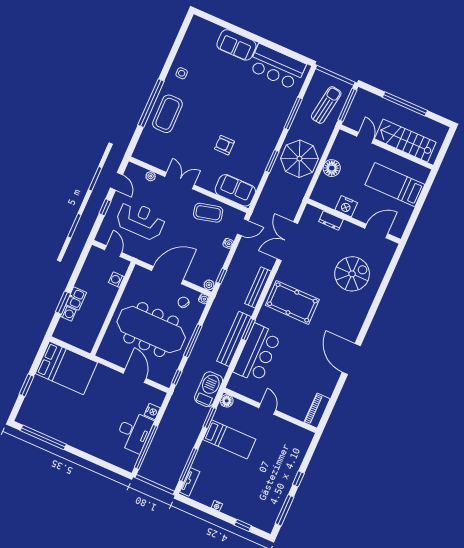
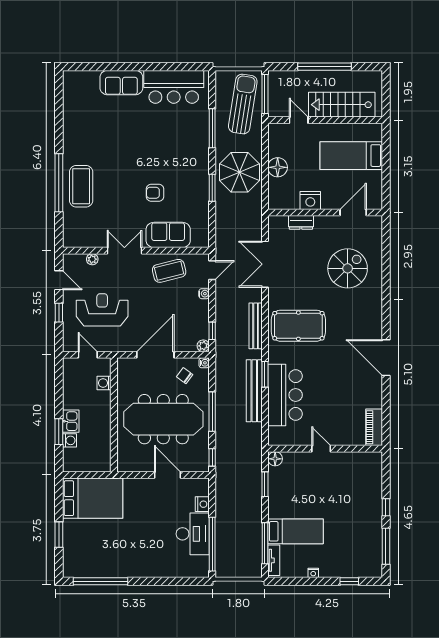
side table: (182, 73) -> (77, 137), removed
sun lounger: (326, 105) -> (243, 104), width x1.36, depth x1.34
sofa: (235, 190) -> (168, 235), moved
barbecue: (209, 389) -> (251, 455), removed
bed: (229, 439) -> (296, 531), moved

